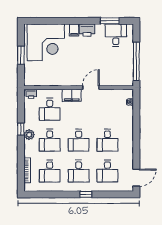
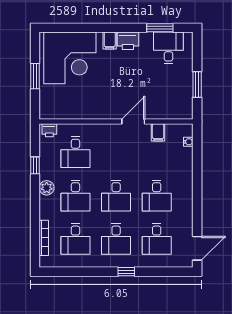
window: (136, 61) -> (197, 85), width x0.47
filing cabinet: (72, 95) -> (158, 132), moved, width x0.50
window: (21, 129) -> (35, 165), moved

